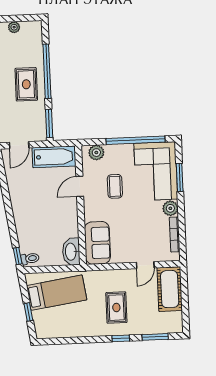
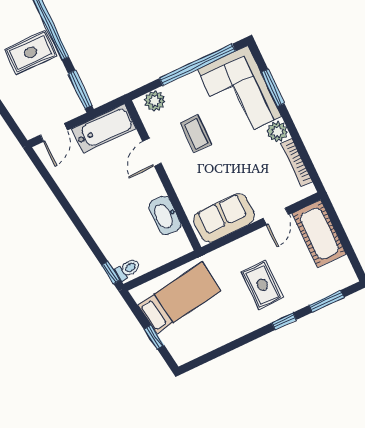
rug: (26, 84) -> (31, 52), turned 90
sofa: (97, 243) -> (224, 218), moved, turned -90
washbasin: (71, 252) -> (165, 216), moved

